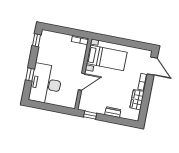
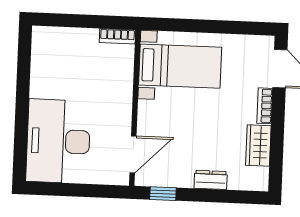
window: (37, 40) -> (24, 51), removed
window: (30, 74) -> (21, 126), removed
door: (82, 82) -> (133, 154), moved

